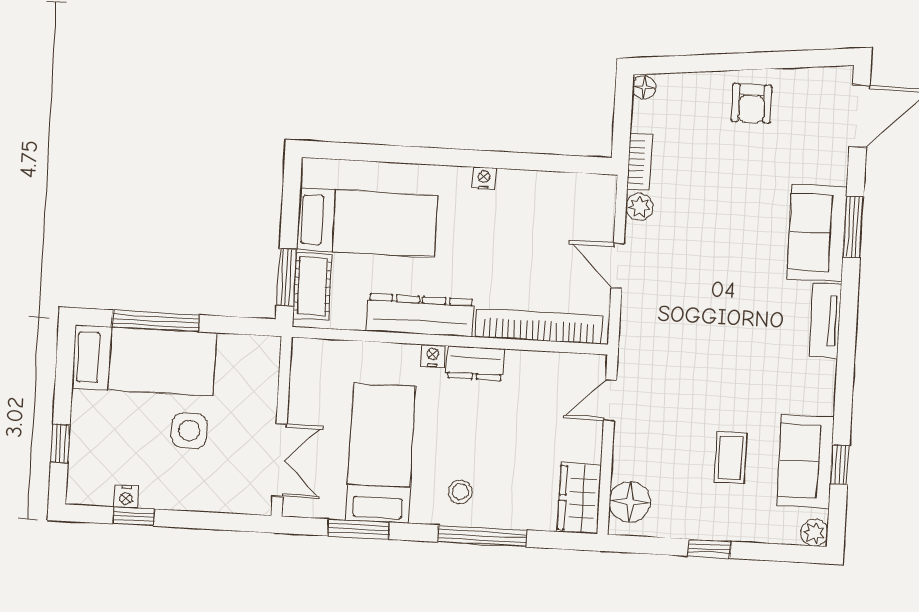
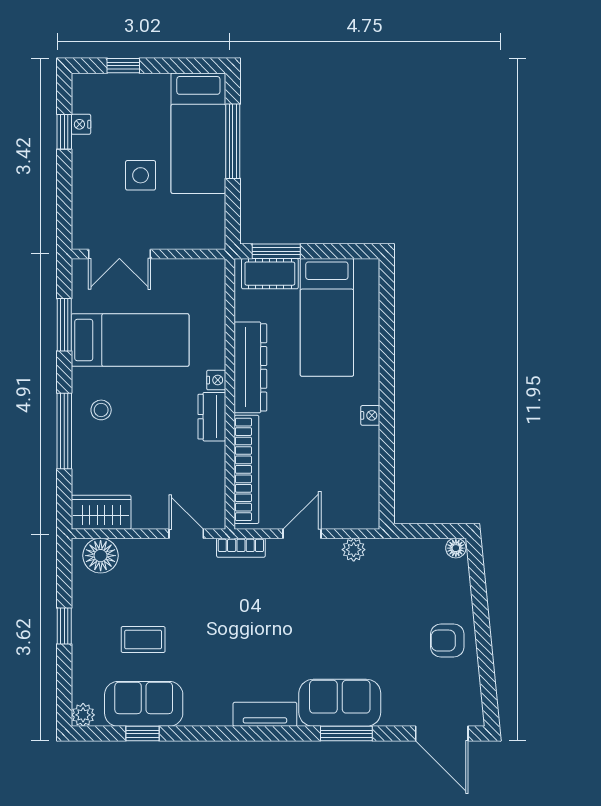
bookcase: (640, 162) -> (241, 548), moved

